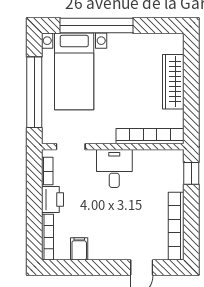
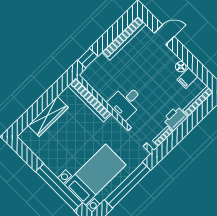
floor lamp: (96, 253) -> (181, 67), added

